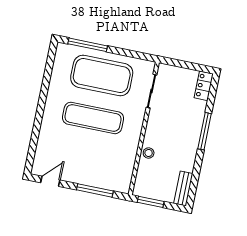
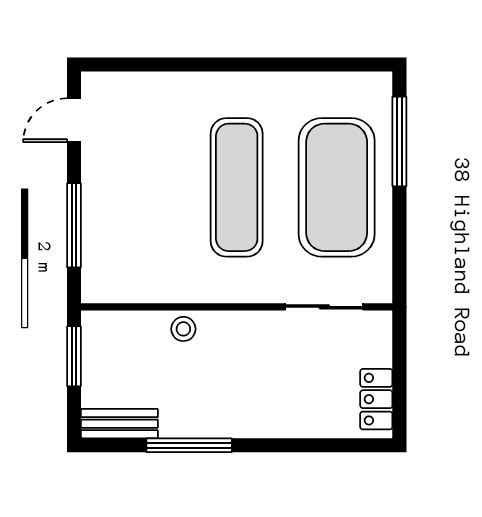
locker: (204, 86) -> (376, 399), moved, turned -90
window: (205, 131) -> (189, 445), moved
door: (50, 181) -> (74, 120), swing flipped

